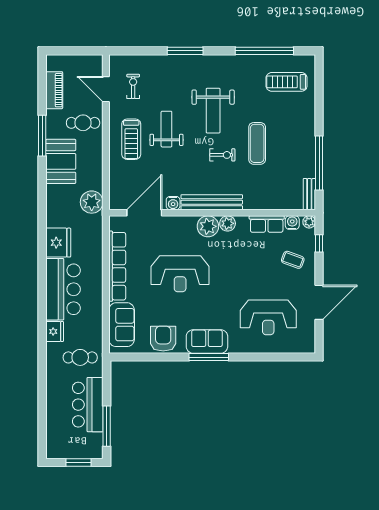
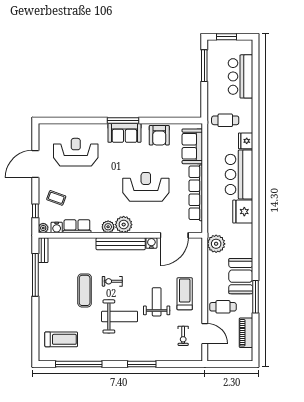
weight bench: (213, 111) -> (120, 316), turned 90
weight bench: (166, 129) -> (157, 302), turned 180
bar counter: (88, 405) -> (240, 76), moved, turned 180

